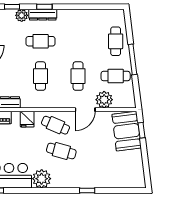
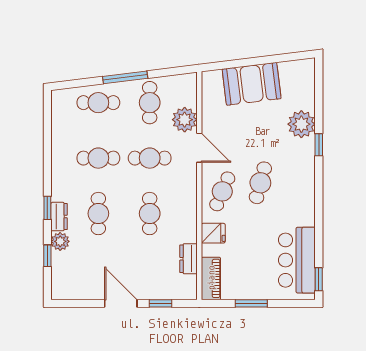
dresser: (43, 15) -> (59, 217), width x0.70
cafe table: (78, 41) -> (98, 158), added
cafe table: (41, 76) -> (150, 214), turned 90
window: (141, 130) -> (230, 64), removed
booth: (127, 131) -> (252, 84), moved
plant: (42, 179) -> (301, 124), moved

